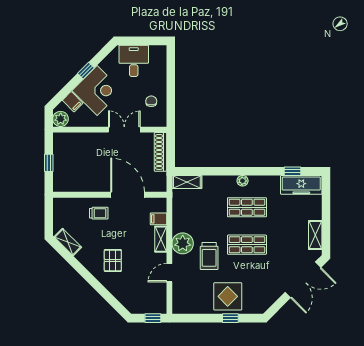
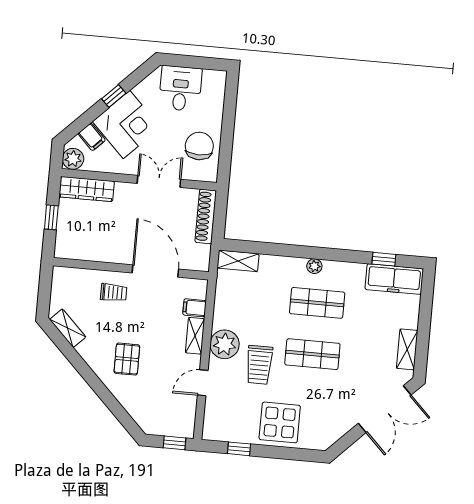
chair: (151, 101) -> (199, 146), width x1.87, depth x1.87
wardrobe: (72, 140) -> (87, 189), added
window: (230, 318) -> (239, 449), moved

